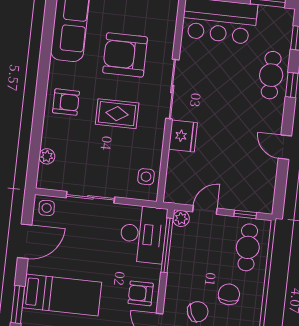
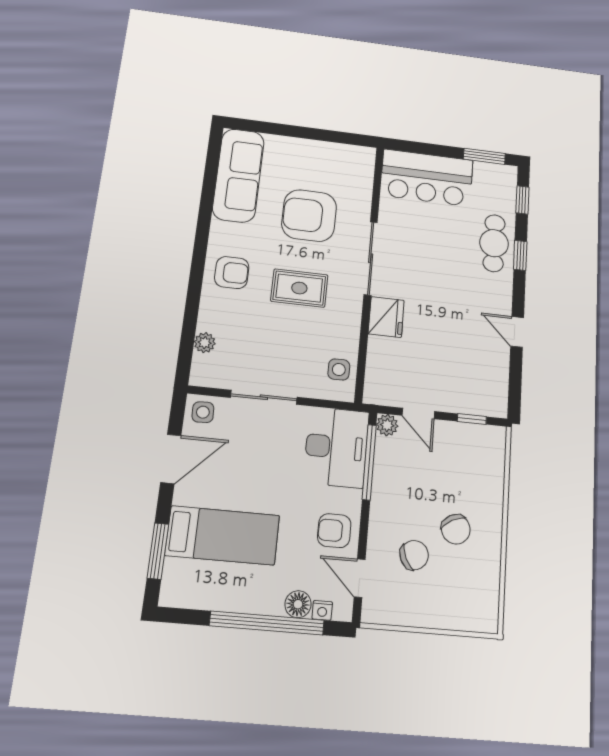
door: (205, 210) -> (418, 413), swing flipped
cafe table: (248, 247) -> (478, 463), removed
chair: (229, 294) -> (456, 529), turned 153

